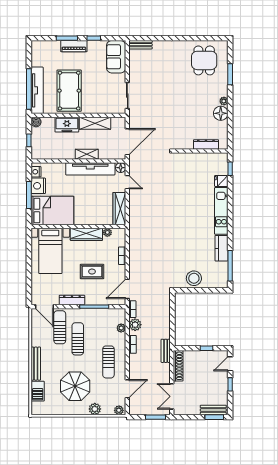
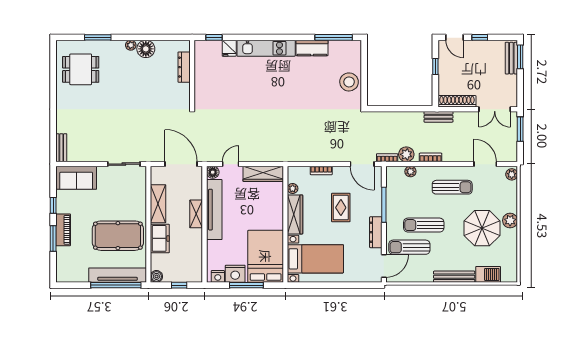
plant: (95, 409) -> (510, 221), moved

